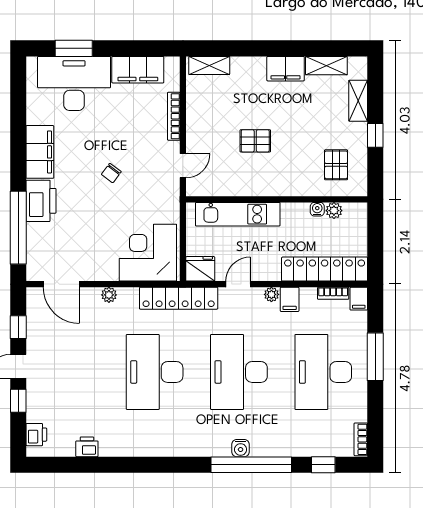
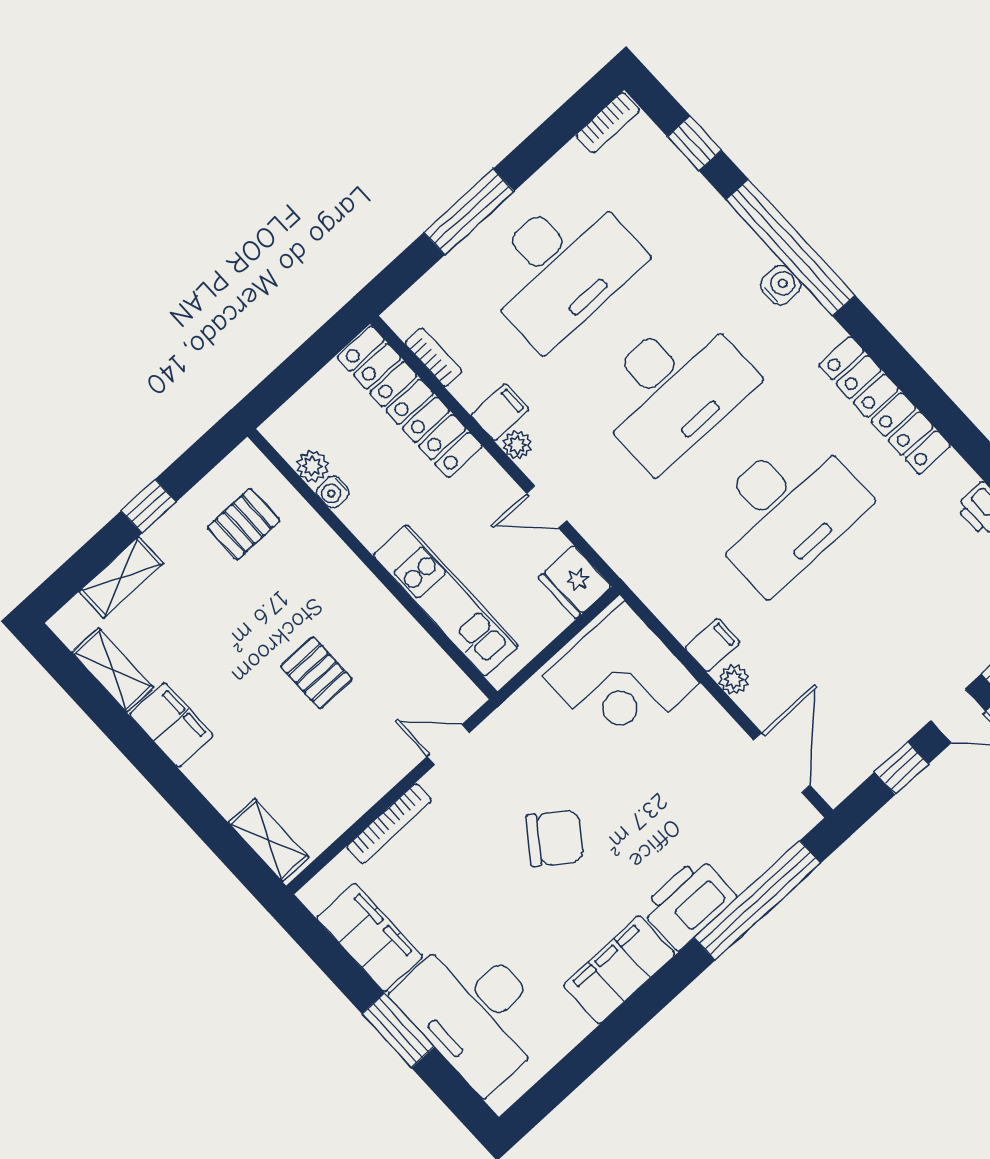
window: (74, 48) -> (398, 1030), moved
chair: (111, 173) -> (555, 838), width x1.87, depth x1.87
locker: (179, 298) -> (885, 405), moved, turned 180
filing cabinet: (359, 299) -> (712, 645), moved

